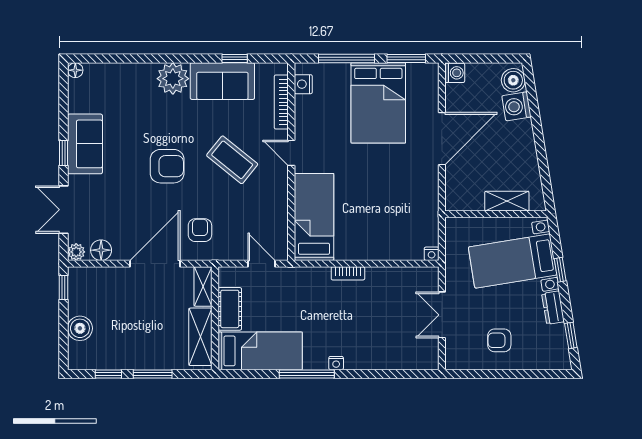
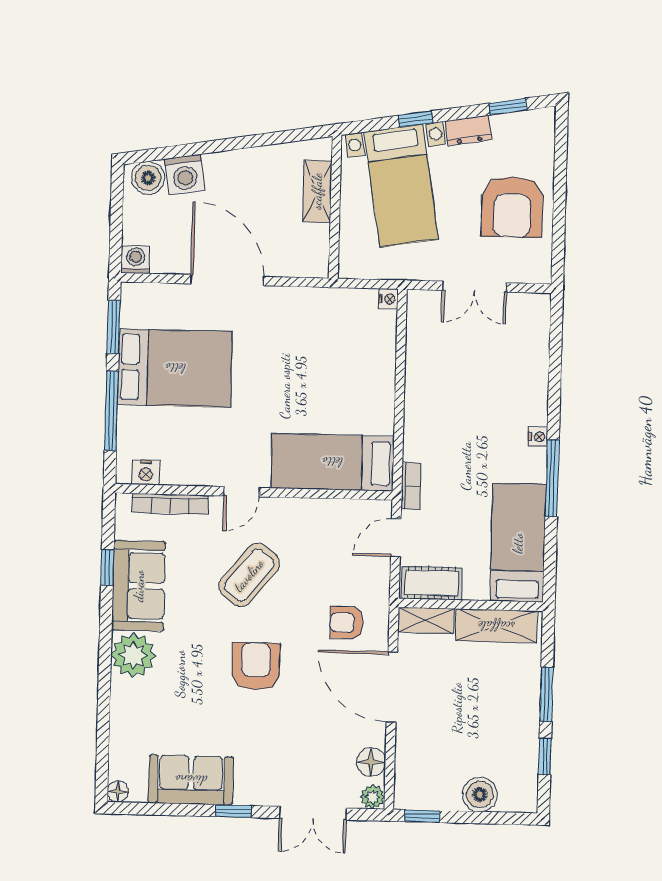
sofa: (85, 144) -> (191, 780), moved
bookcase: (348, 273) -> (411, 486), moved
cot: (230, 309) -> (432, 583), moved
armchair: (499, 340) -> (512, 207), width x1.88, depth x1.88

